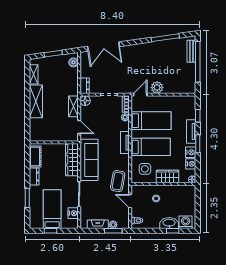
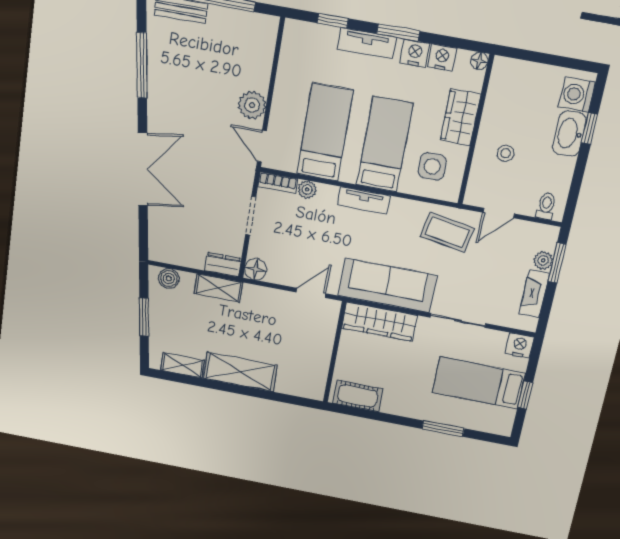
double door: (104, 46) -> (143, 169), moved
shelving: (73, 106) -> (218, 288), moved
dresser: (34, 177) -> (400, 406), removed
nightstand: (73, 213) -> (520, 345), moved

